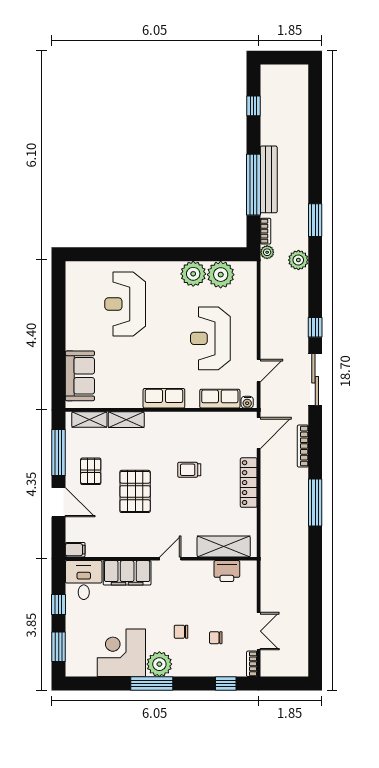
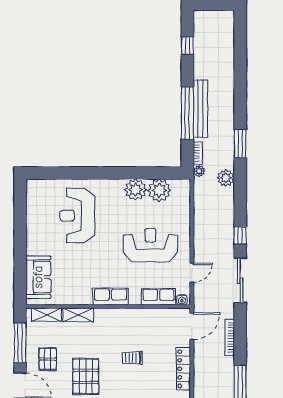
reception desk: (210, 338) -> (150, 245), turned 90

